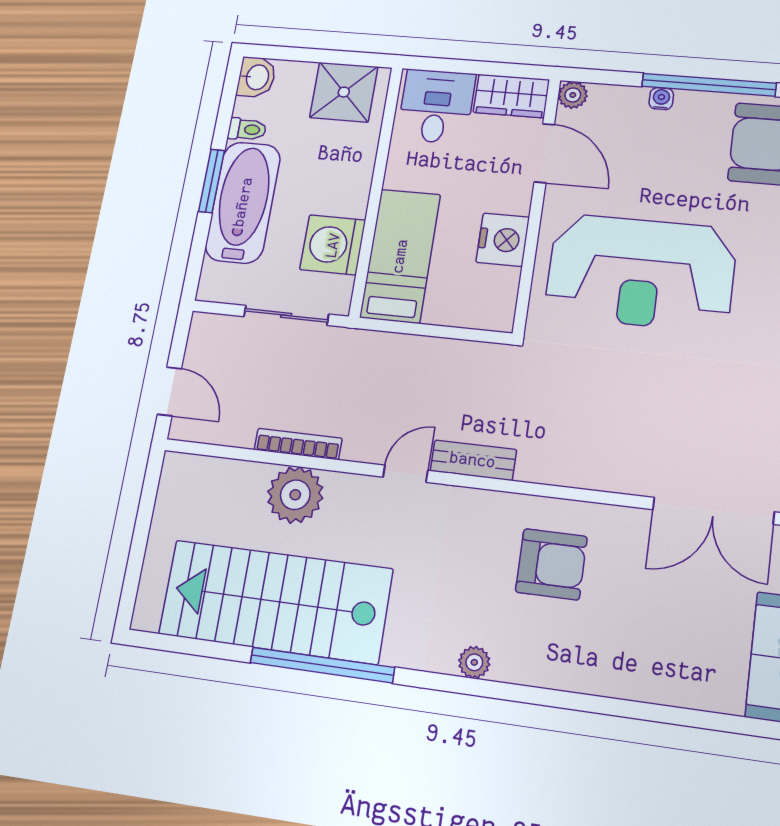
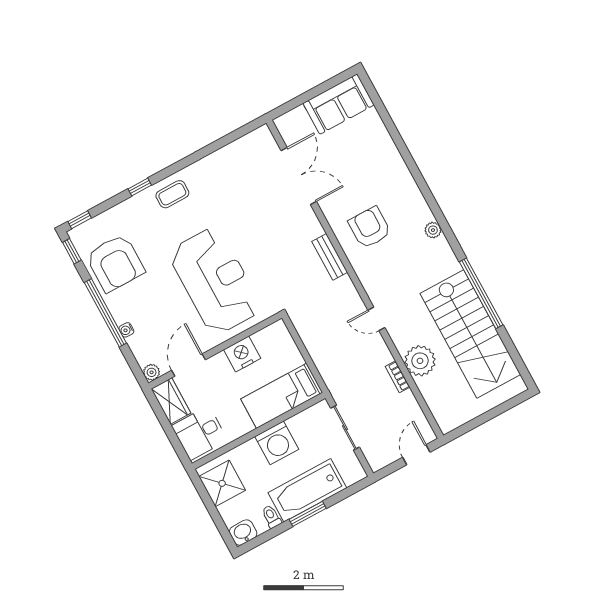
washing machine: (333, 245) -> (277, 443), moved
bookcase: (298, 444) -> (398, 377), width x0.64
bench: (473, 460) -> (330, 257), moved

